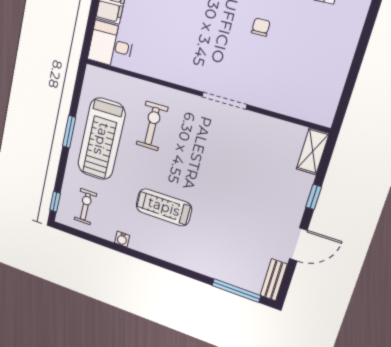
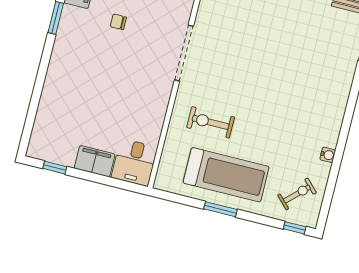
doorway: (224, 101) -> (184, 53), width x1.36
exercise bike: (85, 207) -> (297, 194), turned 136
treadmill: (164, 207) -> (290, 111), removed

